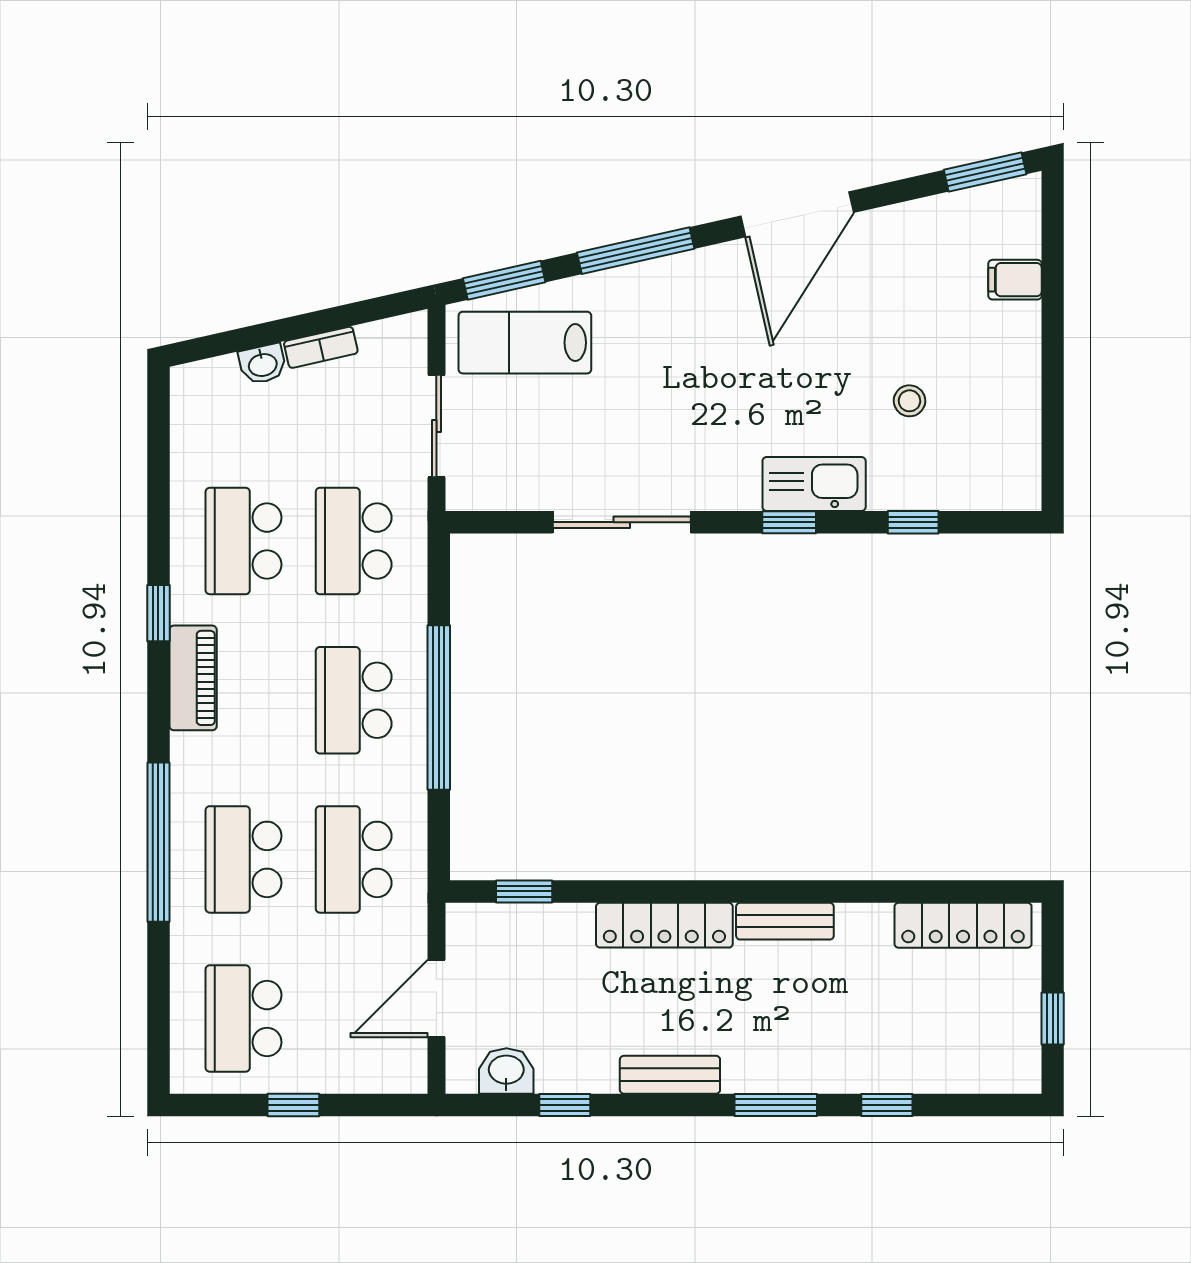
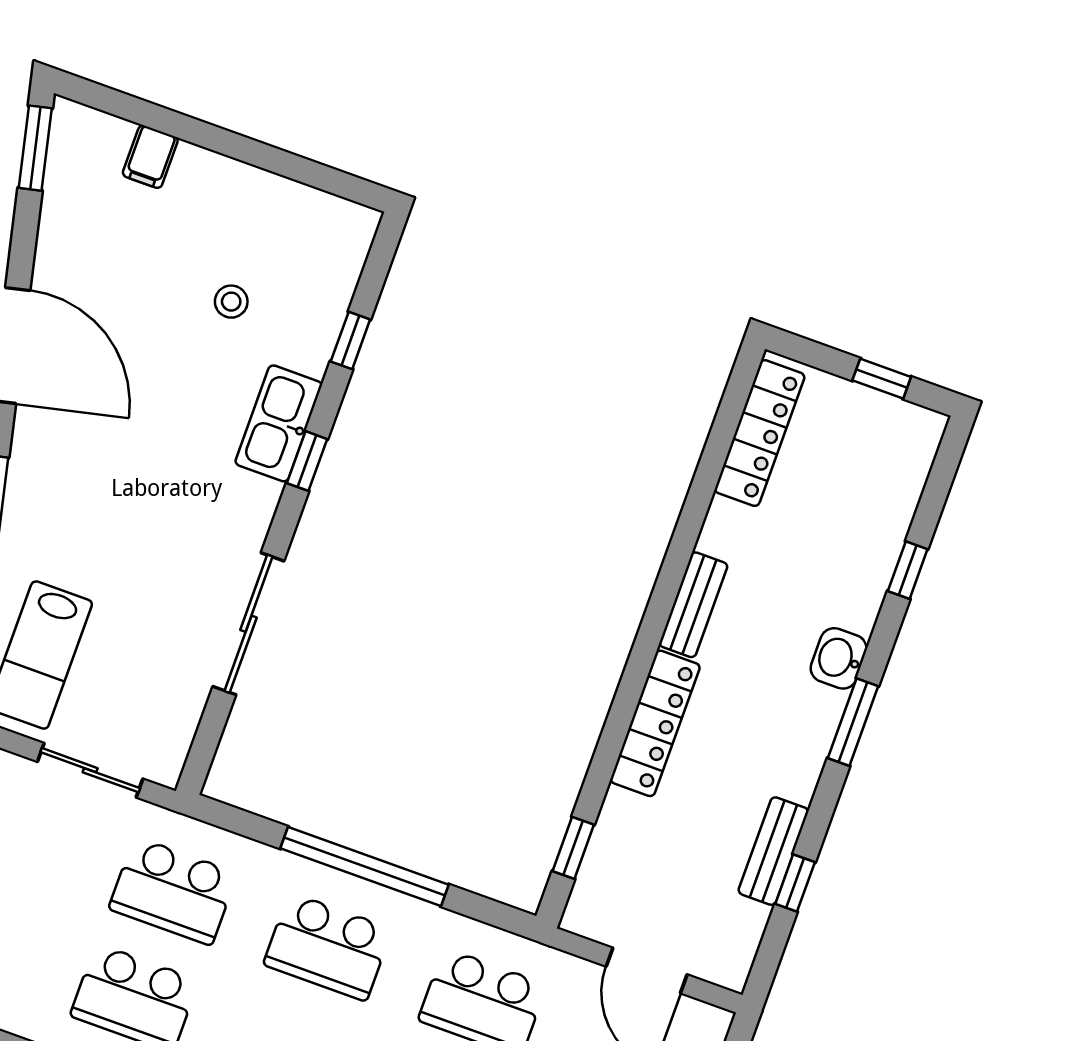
washbasin: (506, 1071) -> (839, 658), moved
bench: (670, 1075) -> (773, 851), moved
window: (776, 1105) -> (853, 722), moved

